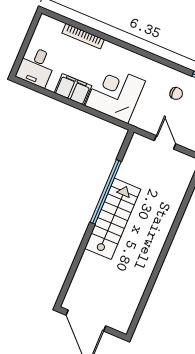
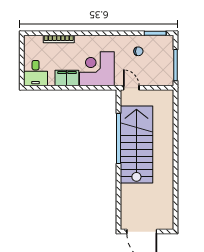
door: (165, 142) -> (131, 88), moved
stairs: (113, 219) -> (136, 144), width x1.36, depth x1.51

